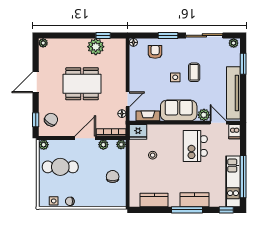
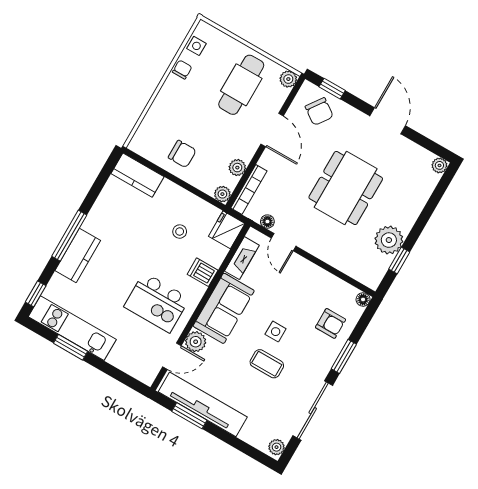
window: (243, 64) -> (189, 416), moved
dishwasher: (235, 132) -> (203, 272), moved
door: (85, 138) -> (272, 130), moved
kitchen island: (195, 146) -> (157, 303), turned 180
window: (243, 177) -> (70, 347), width x0.47
kitchen counter: (154, 200) -> (138, 175), moved, turned 90

